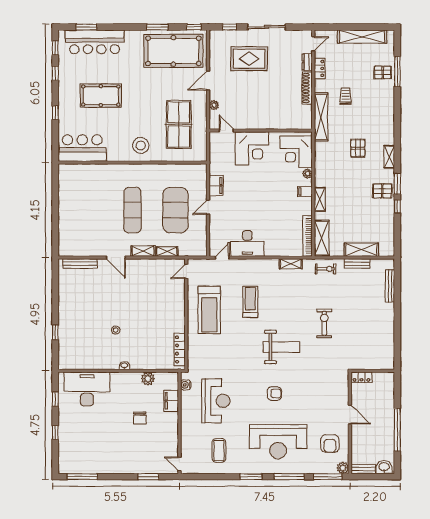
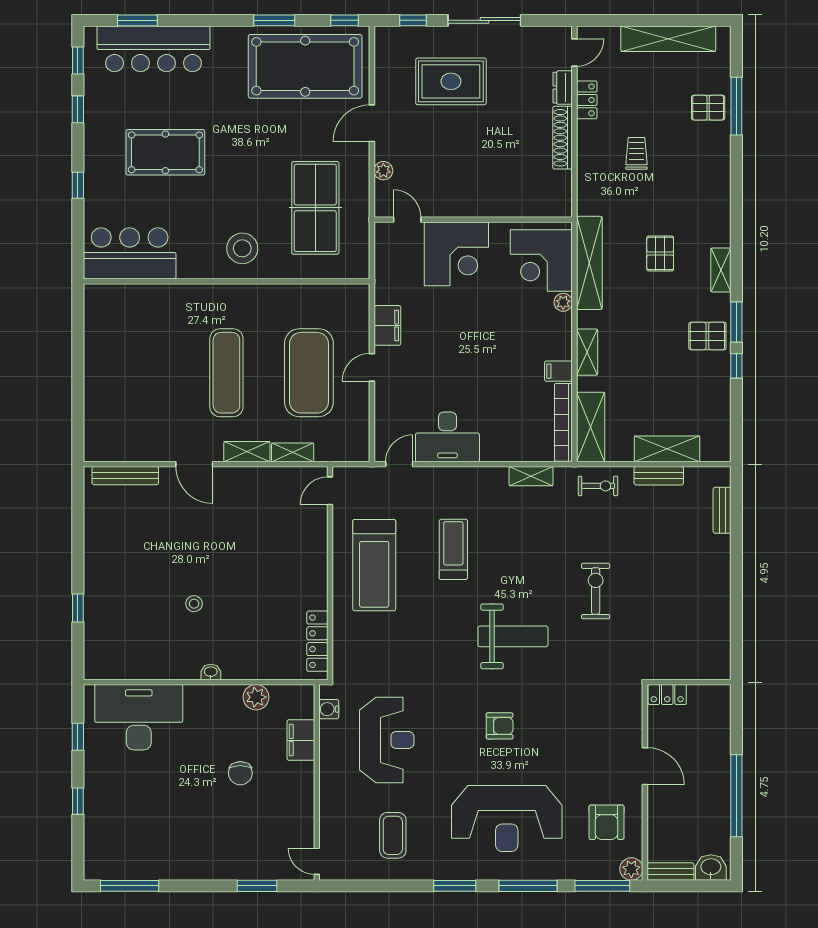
shelving: (321, 117) -> (589, 263), moved
filing cabinet: (305, 191) -> (558, 371), moved
bench: (390, 286) -> (722, 510), width x0.73

